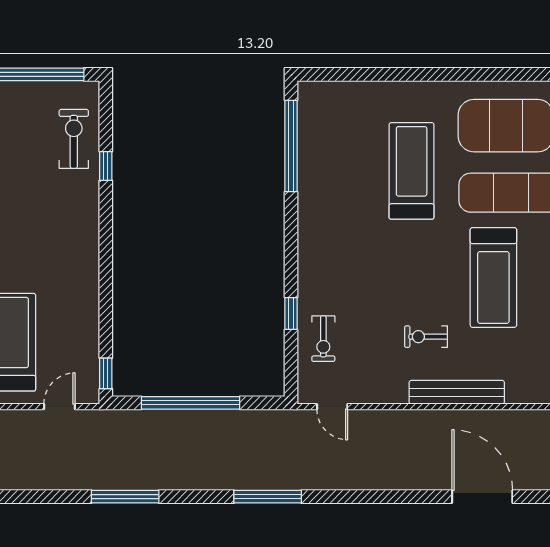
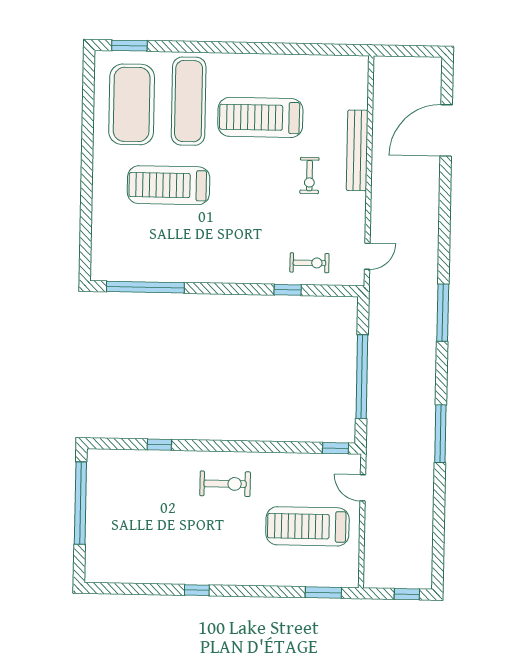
exercise bike: (74, 139) -> (225, 484), moved, turned 180
treadmill: (493, 278) -> (260, 117), turned 180

